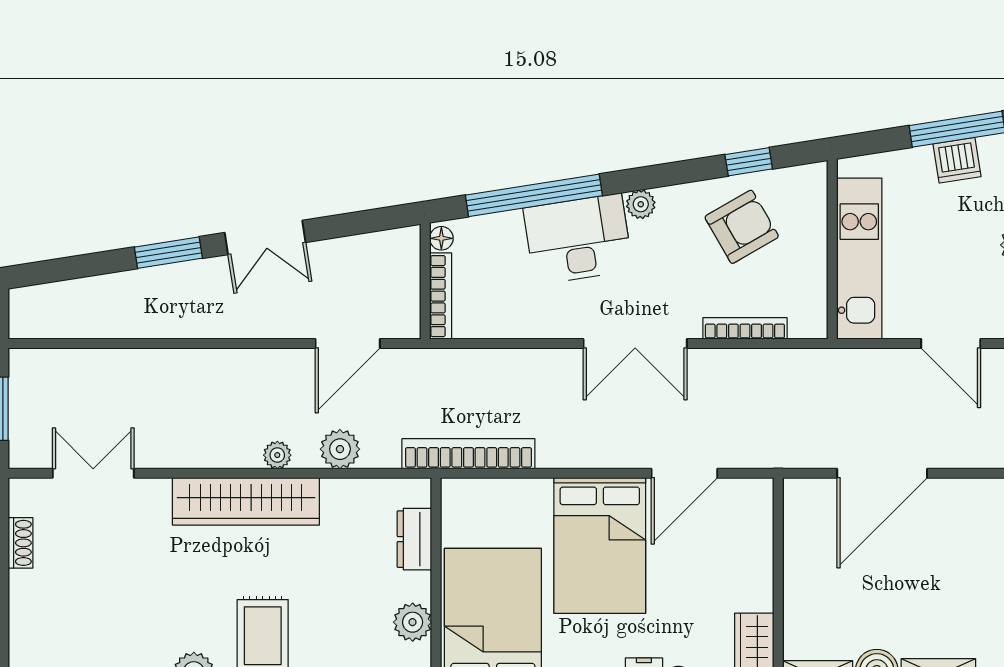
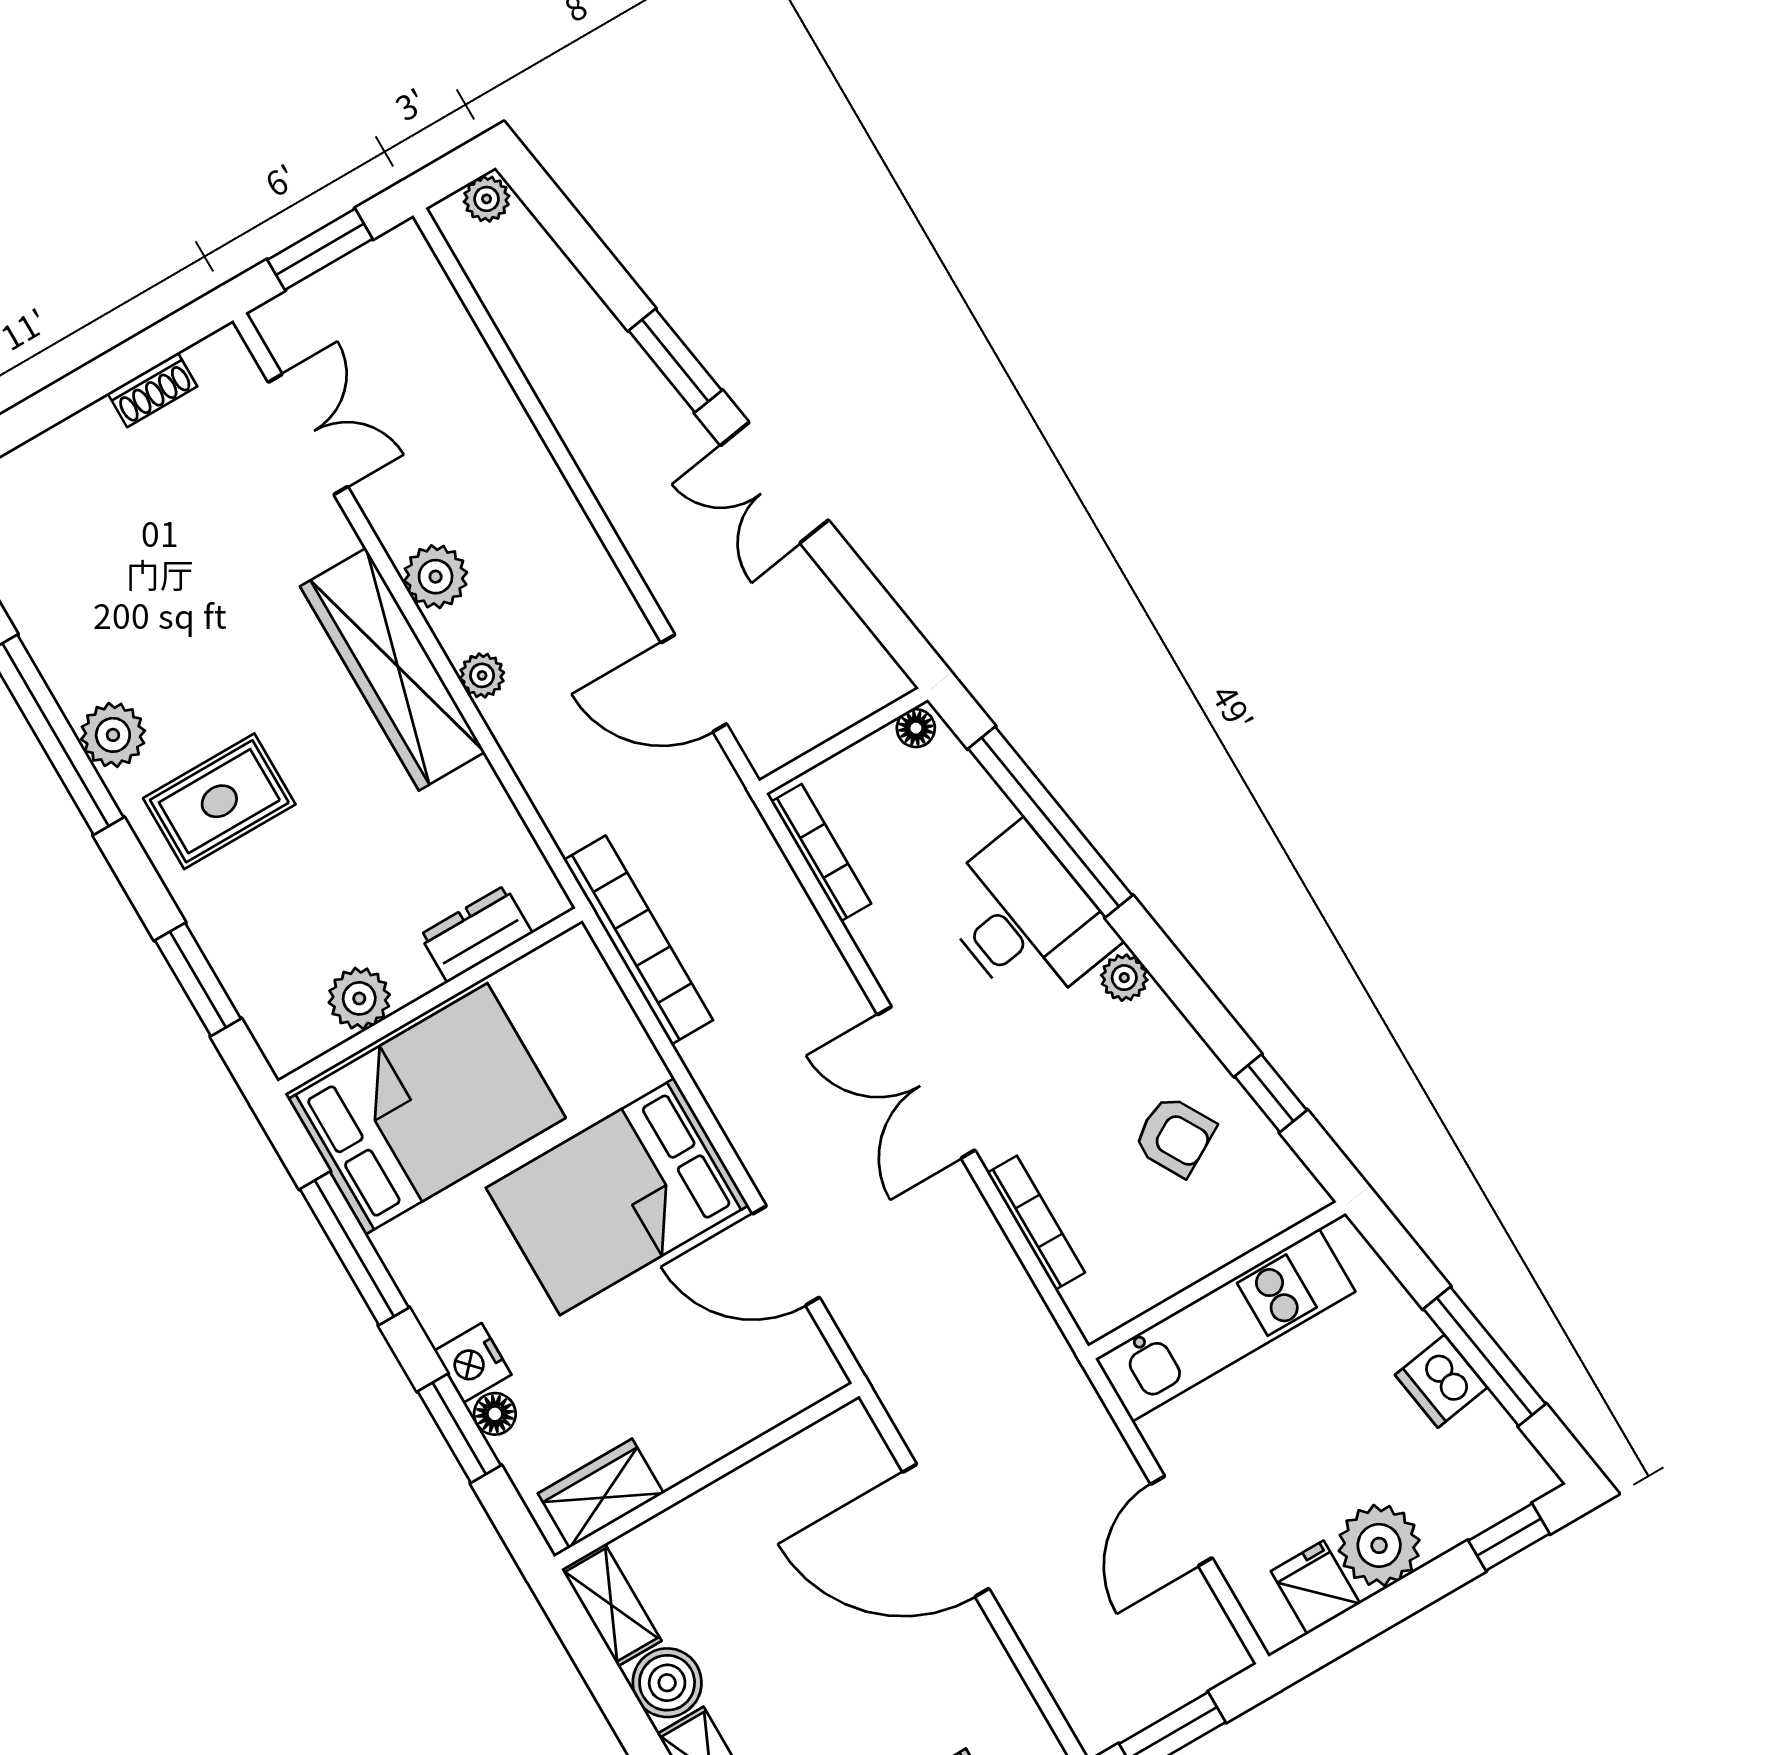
armchair: (742, 227) -> (1175, 1136), width x0.72, depth x0.72
bookcase: (441, 296) -> (821, 853), moved, turned -90
plant: (22, 303) -> (487, 199), added
plant: (340, 449) -> (436, 577), moved

